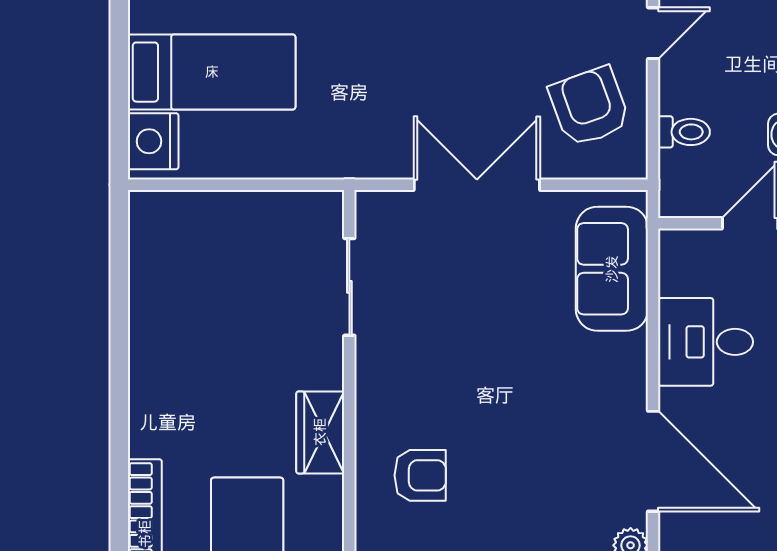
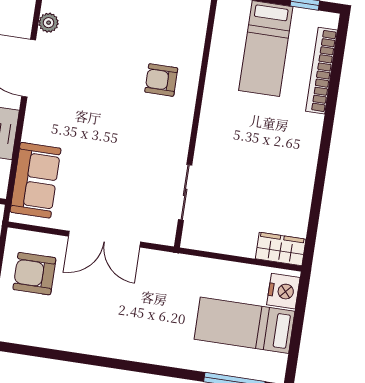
armchair: (589, 106) -> (34, 274), turned 110
wardrobe: (320, 432) -> (281, 249), moved, turned -90

